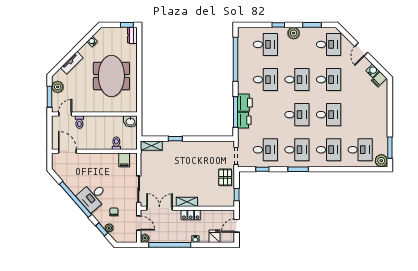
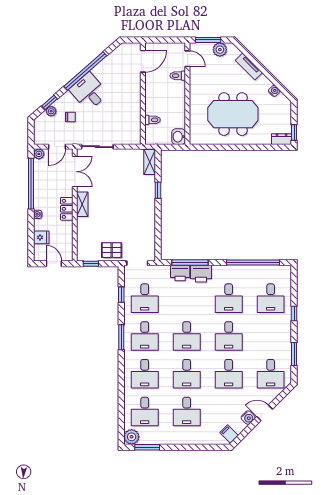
plant: (294, 33) -> (284, 332), removed
water cooler: (373, 71) -> (248, 418), moved
desk: (360, 115) -> (187, 412), added
filing cabinet: (124, 160) -> (133, 129), removed

